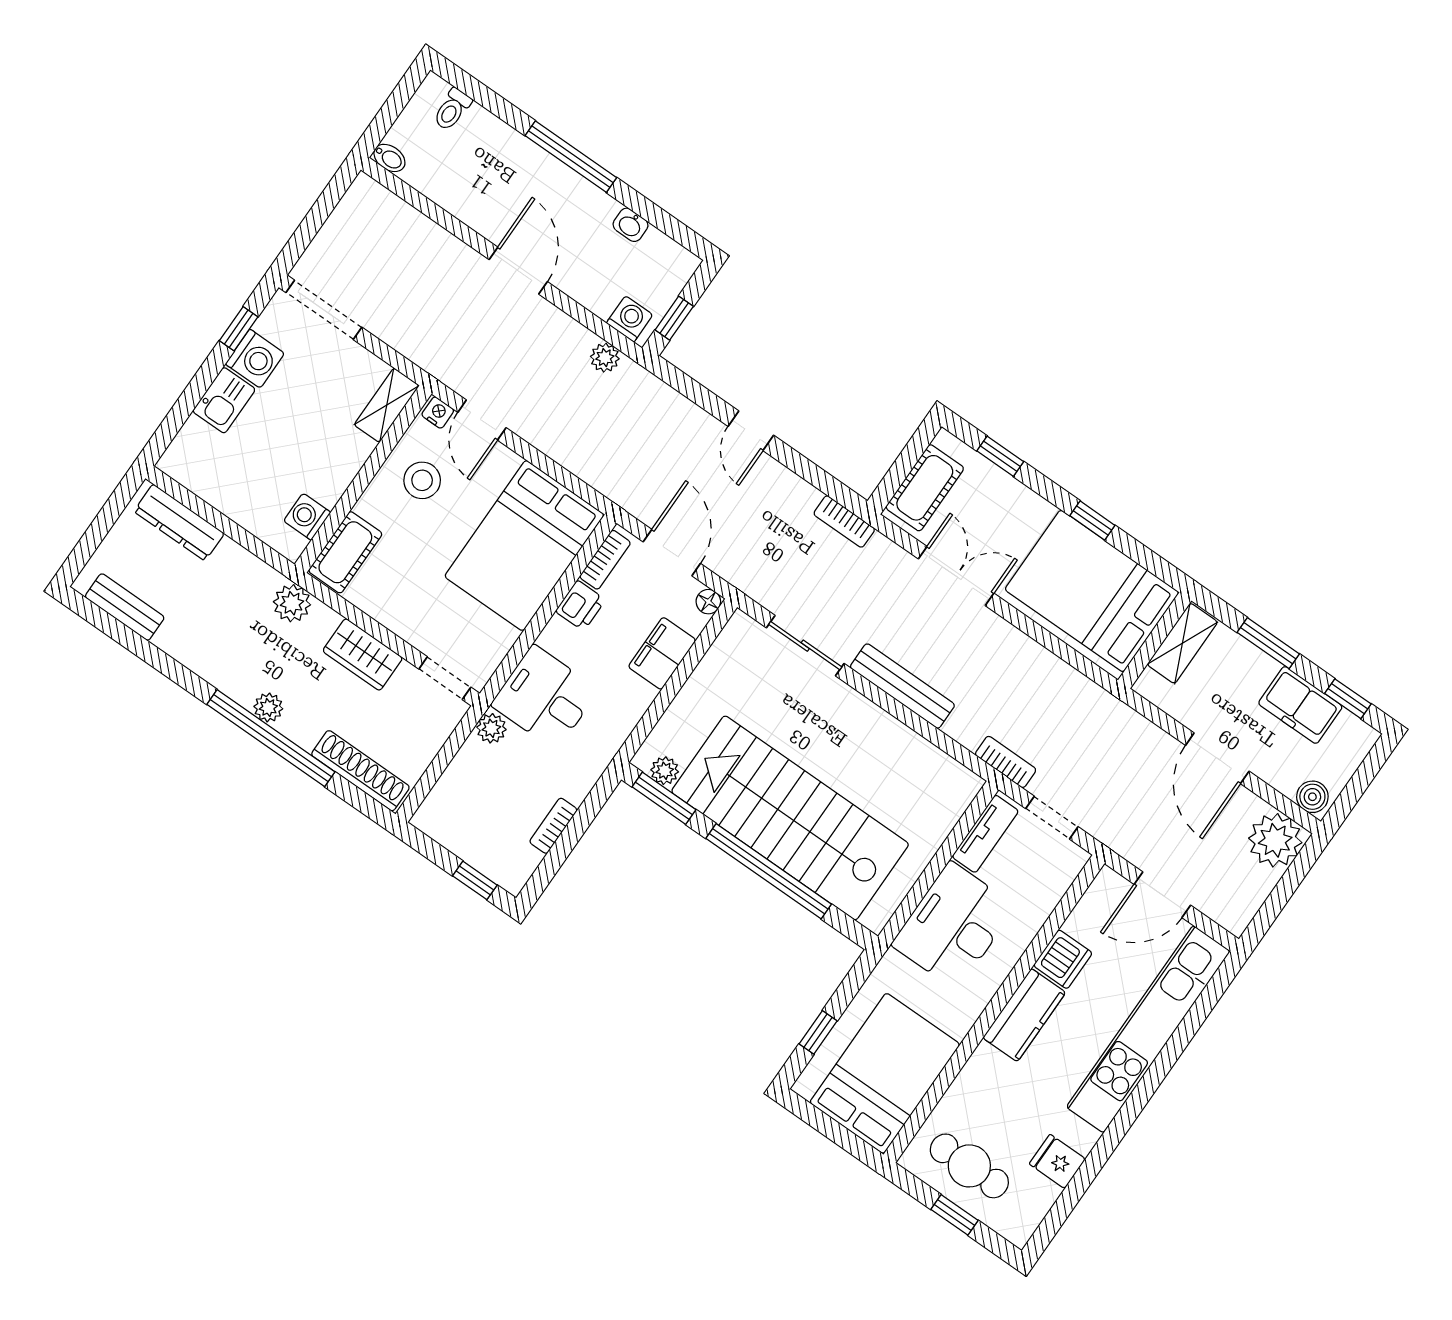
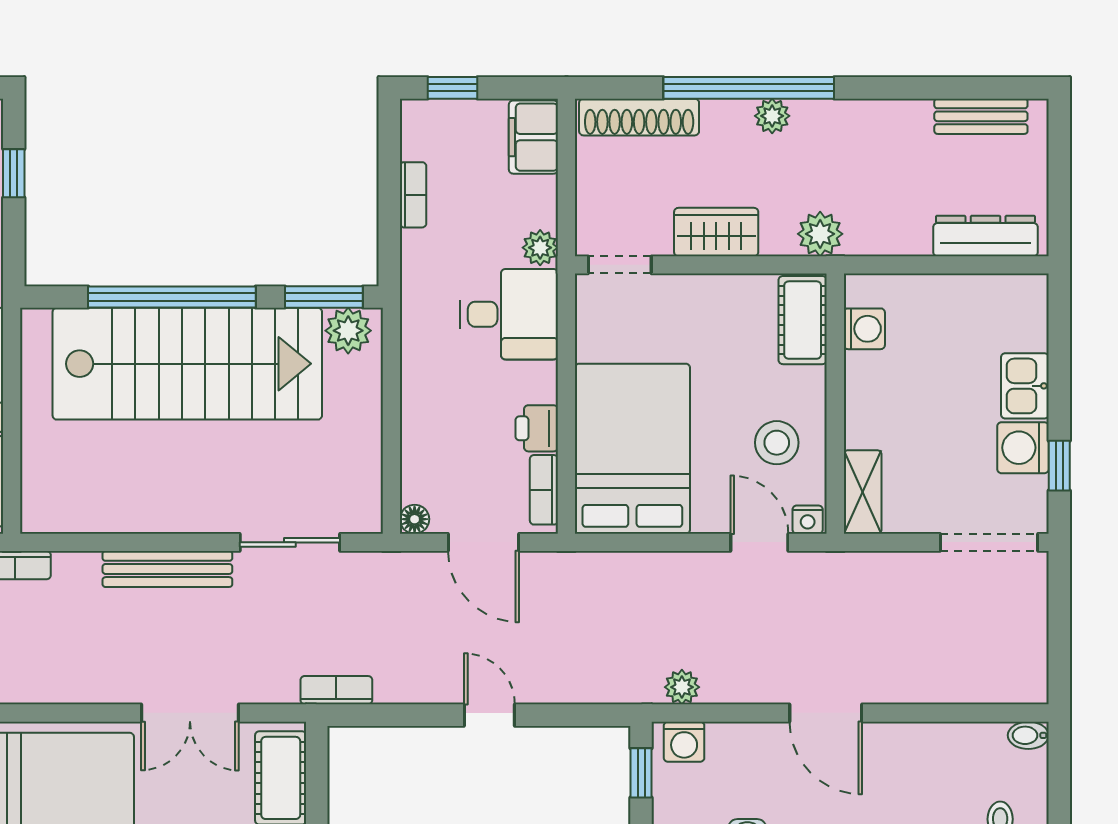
filing cabinet: (662, 653) -> (533, 137), moved, turned 180
plant: (665, 771) -> (348, 331), width x1.38, depth x1.38

